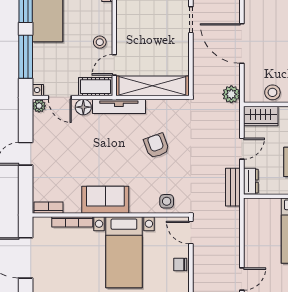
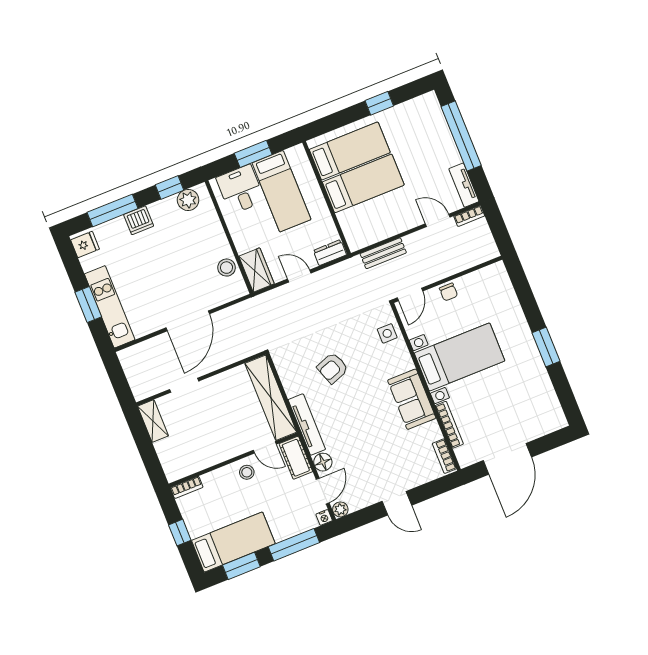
plant: (231, 94) -> (246, 310), removed
bench: (233, 187) -> (383, 253), moved

